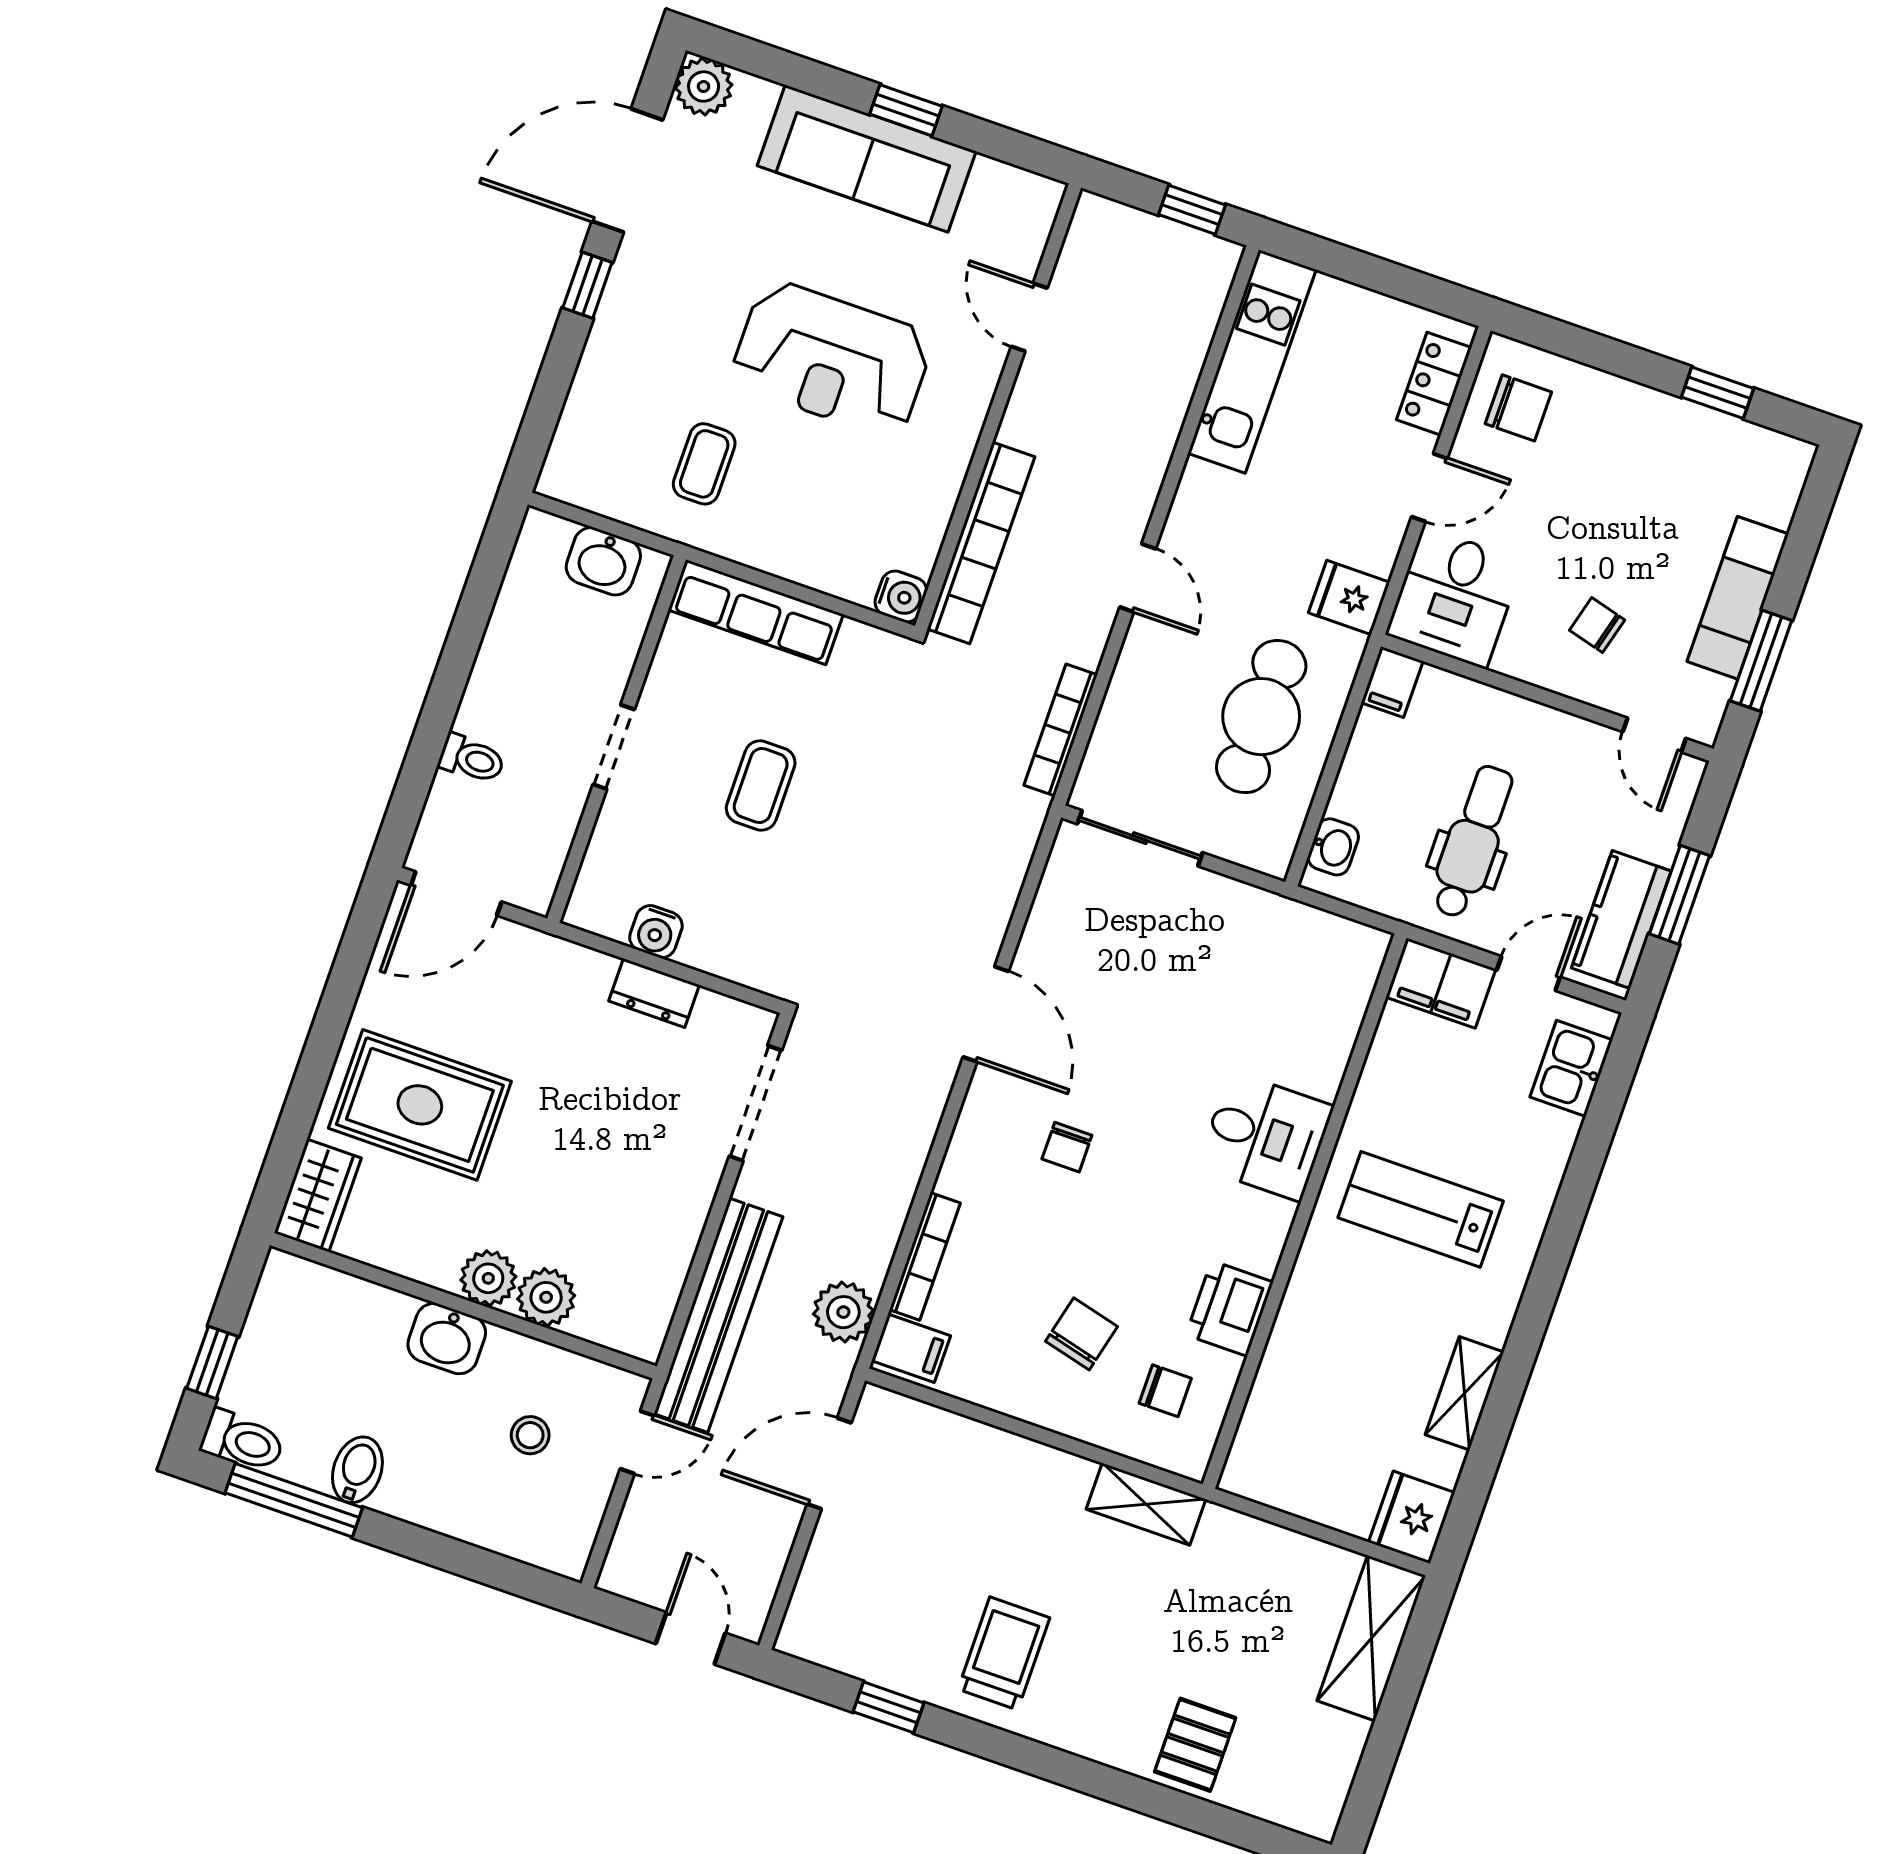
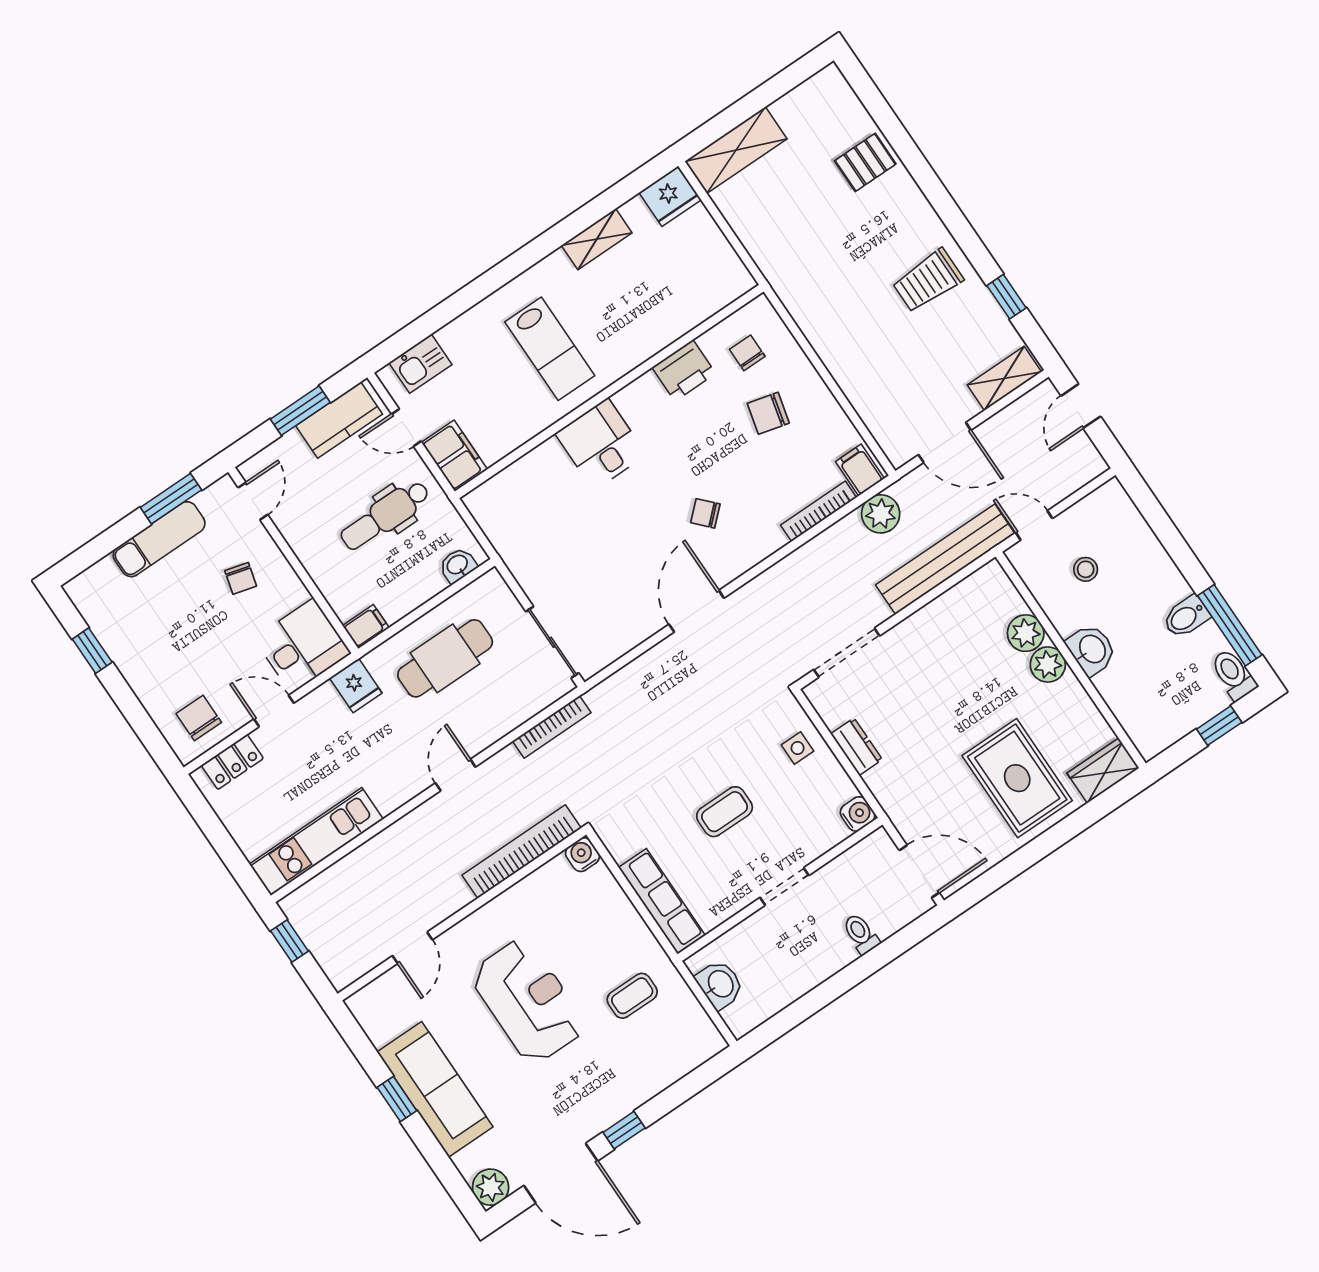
water cooler: (656, 932) -> (858, 814), moved
side table: (728, 936) -> (798, 748), added
chair: (1067, 1147) -> (705, 513), turned -133
shelving: (1146, 1504) -> (1004, 378), moved, turned 90

